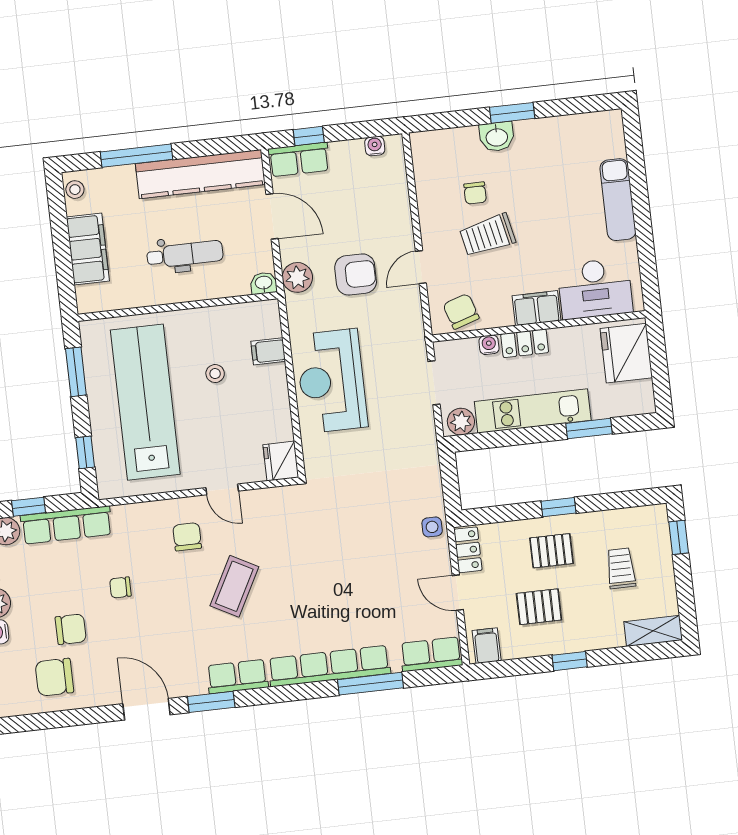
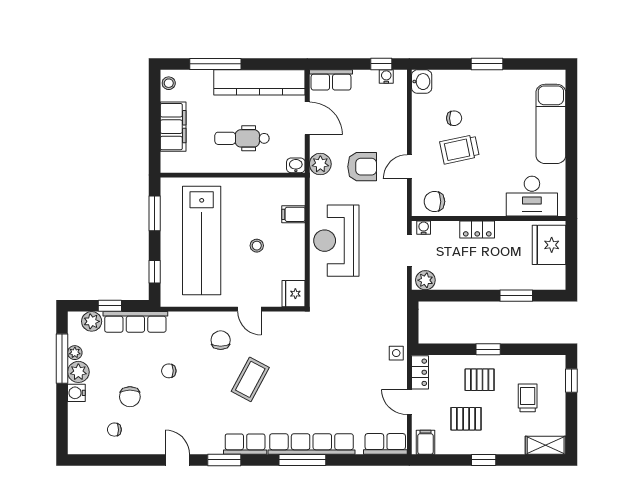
window: (309, 136) -> (381, 64), moved
washbasin: (497, 137) -> (422, 82), moved, turned -90
chair: (475, 193) -> (454, 118), turned -90
exam couch: (618, 200) -> (551, 124), width x1.36, depth x1.45
dental chair: (185, 254) -> (242, 138), turned 180
filing cabinet: (536, 308) -> (489, 205), removed
chair: (461, 311) -> (434, 202), turned -72
water cooler: (489, 345) -> (424, 228), moved
stool: (215, 374) -> (257, 246), moved
lab bench: (145, 402) -> (202, 241), turned 180
kitchen unit: (533, 411) -> (477, 278), removed
chair: (71, 629) -> (130, 397), turned 90
chair: (54, 677) -> (114, 430), width x0.54, depth x0.54
window: (370, 684) -> (302, 460), moved
door: (146, 709) -> (178, 460), width x0.73

